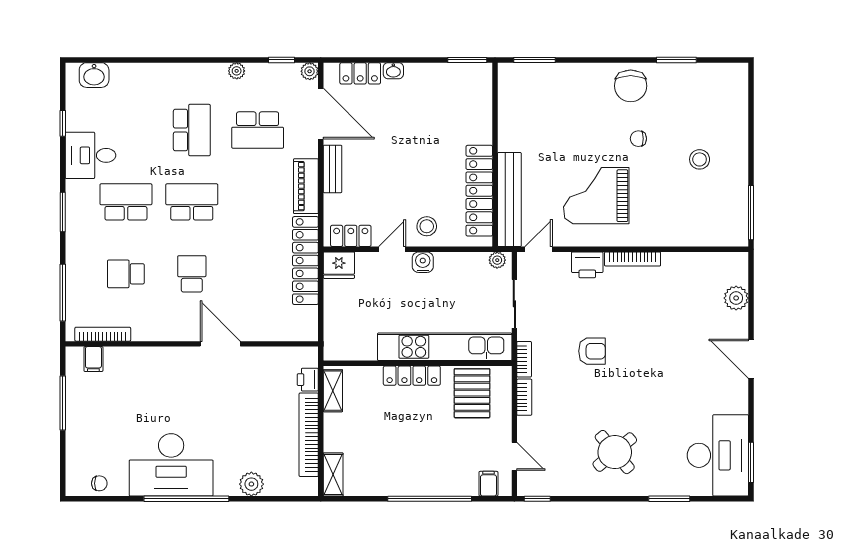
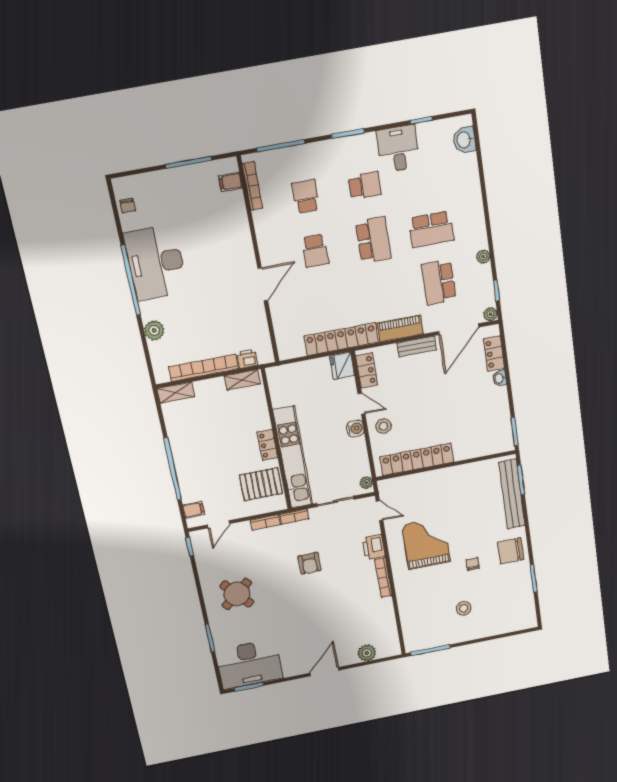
bench: (509, 199) -> (512, 494), moved, turned 90
school desk: (126, 202) -> (365, 186), width x0.54
school desk: (192, 274) -> (315, 251), turned 90
locker: (412, 376) -> (267, 445), width x0.66

